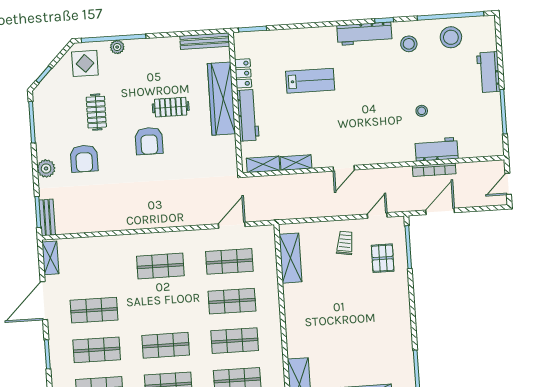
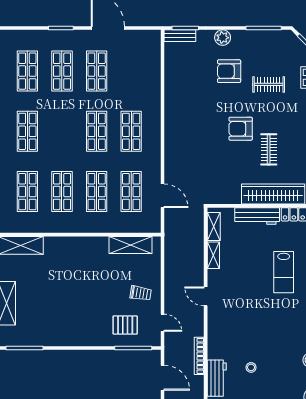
bookcase: (434, 170) -> (199, 356), moved
shelving: (50, 258) -> (145, 36), removed
shop shelf: (166, 345) -> (97, 131), moved

